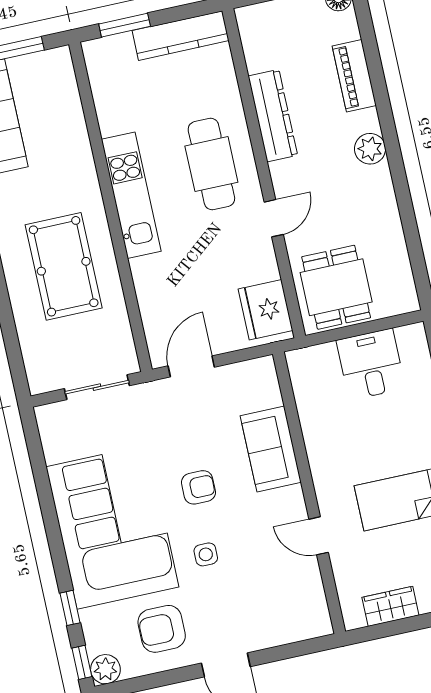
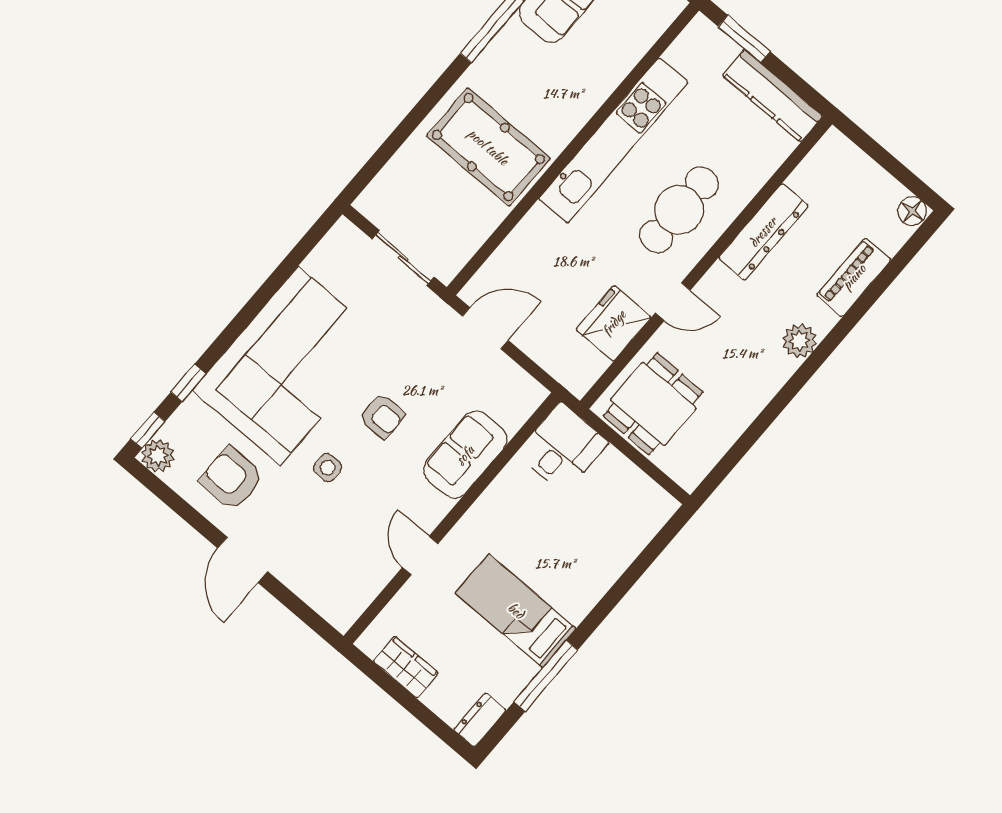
kitchen unit: (131, 195) -> (613, 141), width x1.36
pool table: (64, 266) -> (488, 147), turned 90
fridge: (265, 310) -> (614, 323), moved
desk: (371, 364) -> (563, 448), moved

